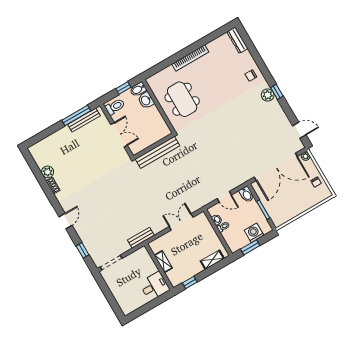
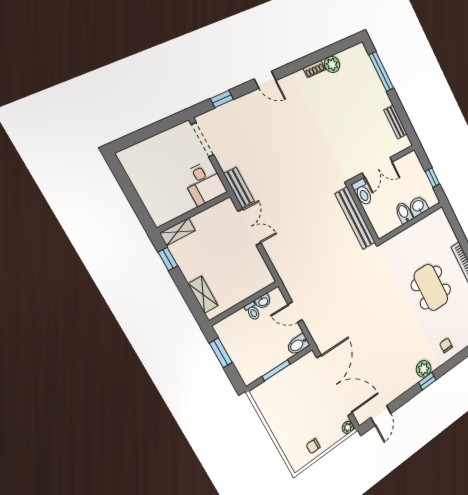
bidet: (138, 89) -> (404, 213), moved
dining table: (182, 99) -> (431, 287), moved, turned 90
toilet: (115, 107) -> (362, 192), moved
window: (76, 115) -> (381, 72), moved
bench: (84, 120) -> (396, 122), width x0.73
double door: (276, 167) -> (335, 386), swing flipped
door: (224, 197) -> (295, 312), hinge flipped
double door: (181, 222) -> (249, 227), moved
washing machine: (254, 233) -> (243, 358), removed
shelving: (163, 262) -> (178, 232), moved
desk: (154, 286) -> (204, 183), moved

